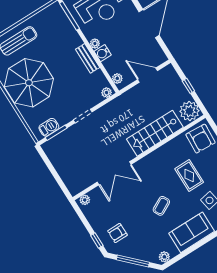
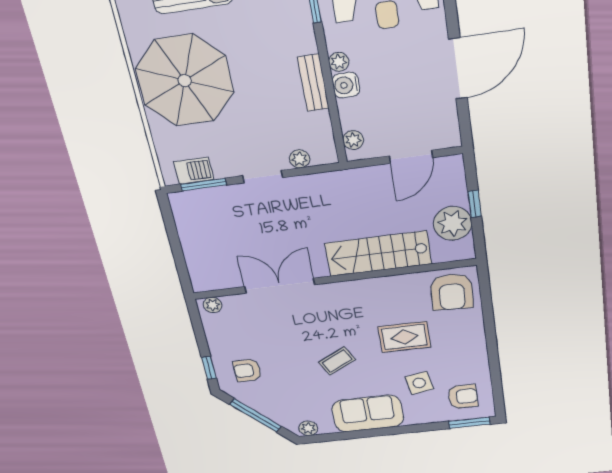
door: (148, 75) -> (411, 157), swing flipped
plant: (107, 93) -> (300, 159), moved
plant: (189, 111) -> (453, 223), moved
double door: (114, 173) -> (280, 286), swing flipped
rug: (189, 176) -> (404, 337), turned 90

